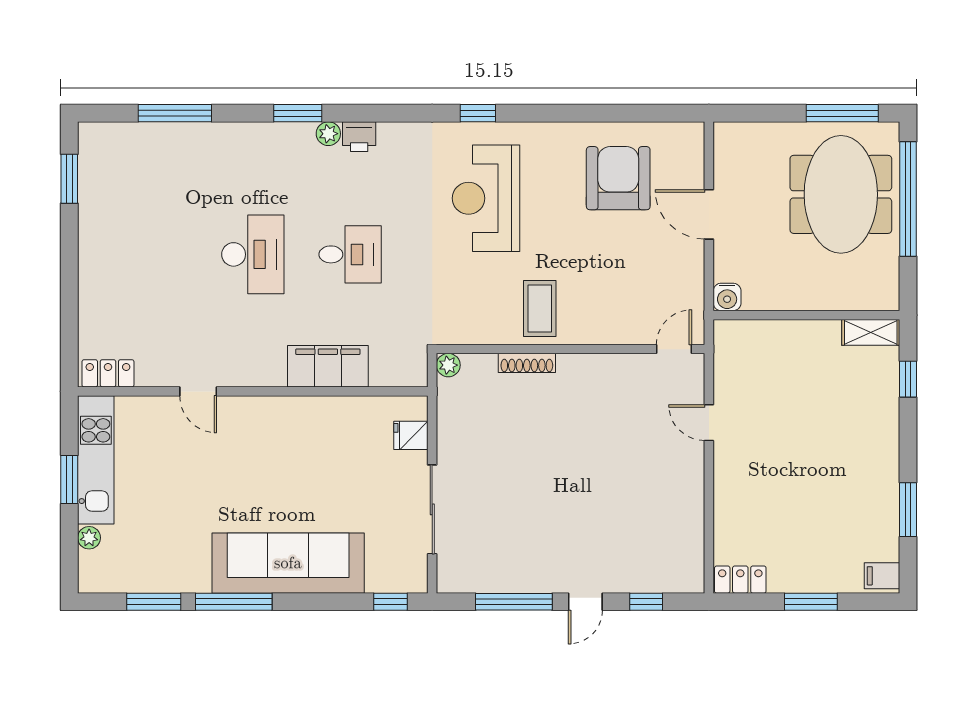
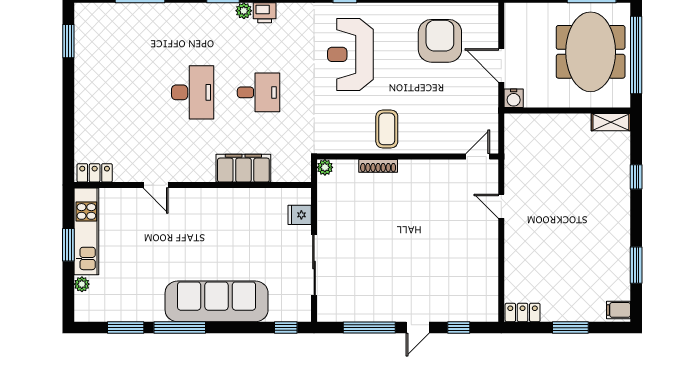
water cooler: (727, 297) -> (514, 98), moved
wall: (806, 315) -> (567, 111), moved
shelving: (871, 332) -> (611, 122), moved

